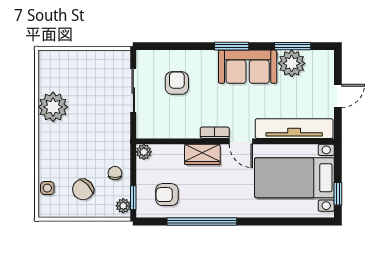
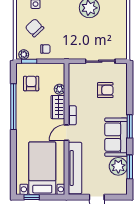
plant: (144, 152) -> (59, 89), moved

